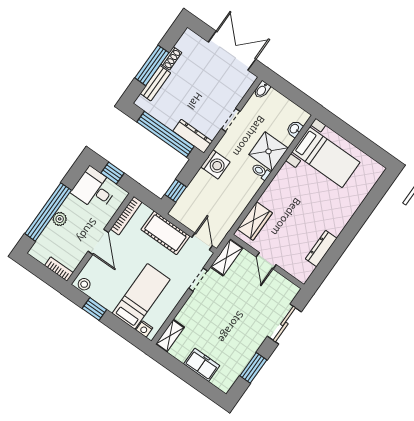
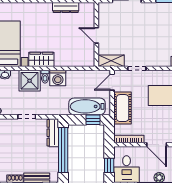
washing machine: (215, 164) -> (58, 78), moved, turned 180
bathtub: (195, 195) -> (87, 106), added
wardrobe: (255, 221) -> (41, 59), moved
door: (98, 242) -> (157, 145), swing flipped
door: (266, 261) -> (96, 35), swing flipped

